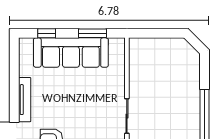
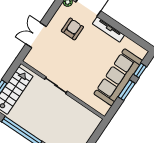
window: (92, 33) -> (127, 90), moved

